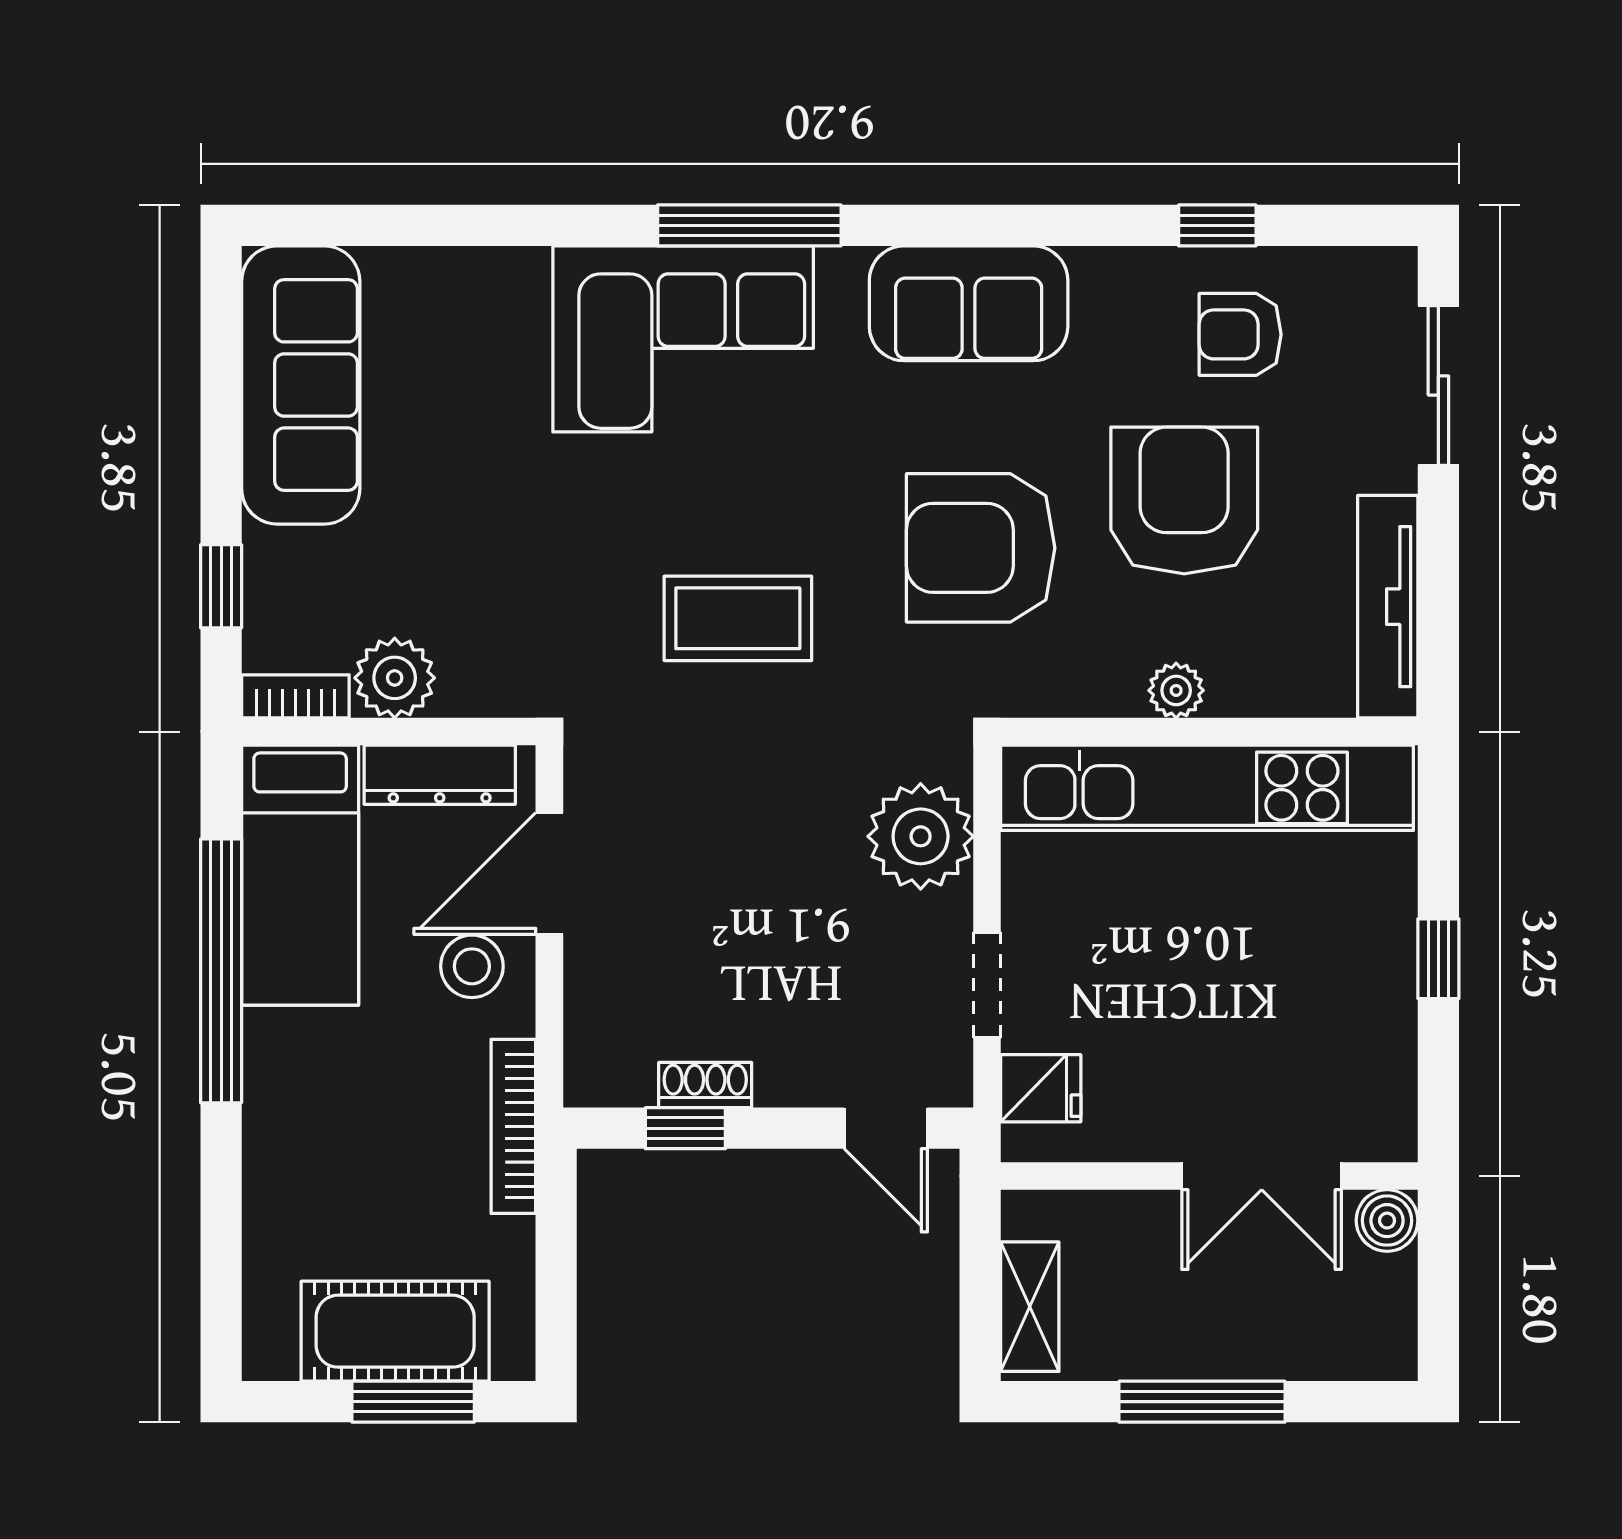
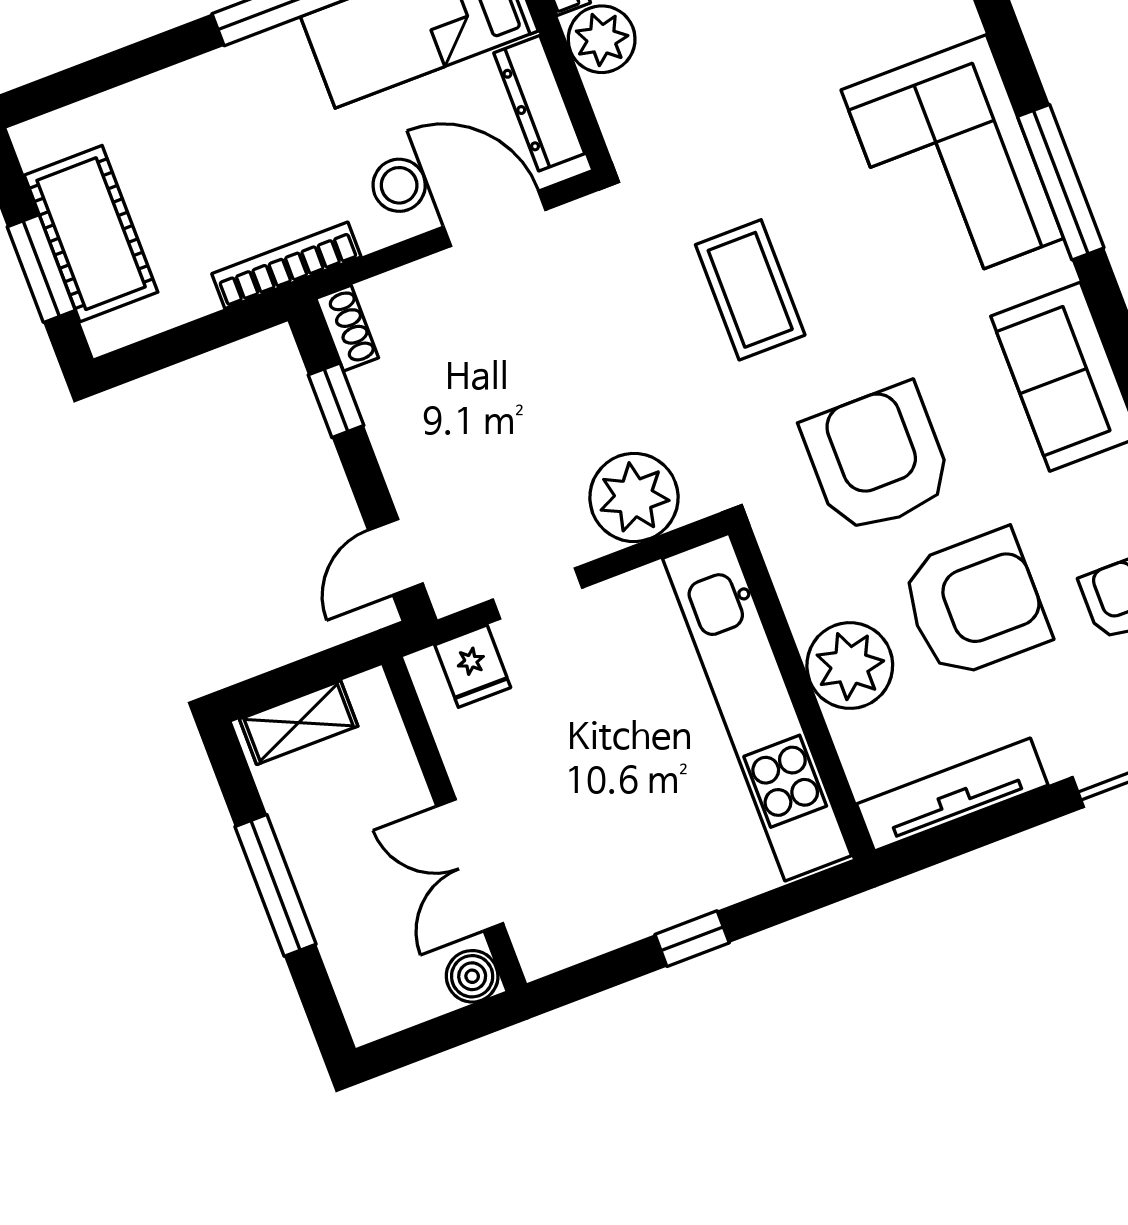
plant: (1176, 690) -> (850, 666), width x1.88, depth x1.88
shoe rack: (705, 1085) -> (347, 328), moved

